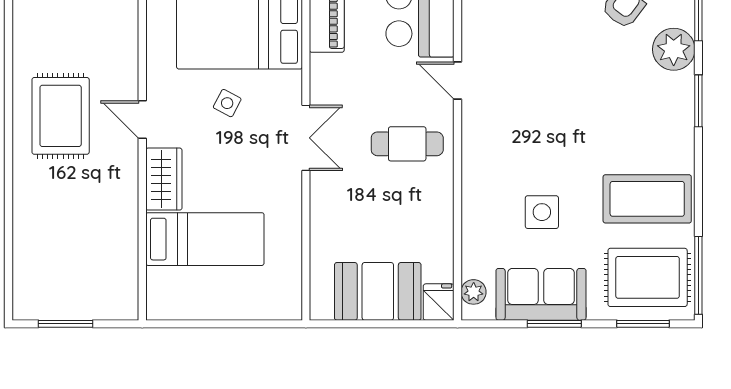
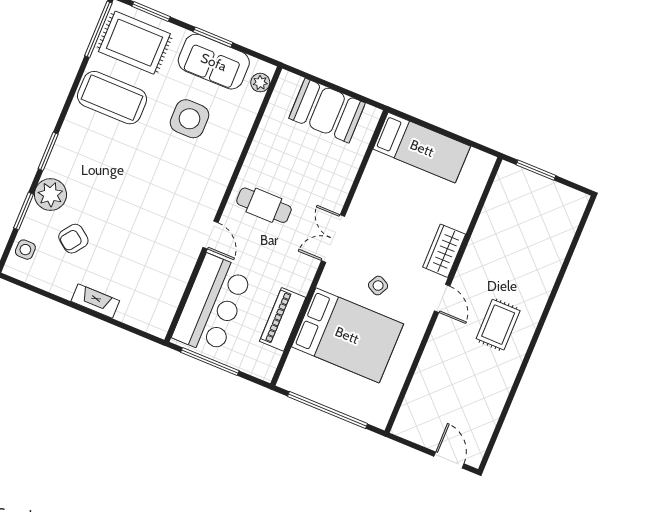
rug: (61, 116) -> (498, 325), width x0.73, depth x0.70
side table: (542, 212) -> (189, 119), width x1.37, depth x1.37
bed: (205, 239) -> (422, 148), moved, turned 180
fridge: (439, 302) -> (288, 86), removed
window: (65, 324) -> (536, 170), moved

